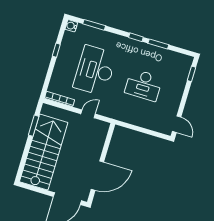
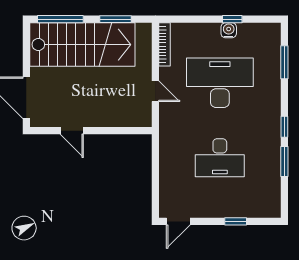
water cooler: (71, 26) -> (229, 30), moved
window: (192, 74) -> (236, 221), moved
desk: (144, 85) -> (220, 158), turned -90
window: (23, 161) -> (60, 19), added
door: (97, 176) -> (72, 131), width x0.53

